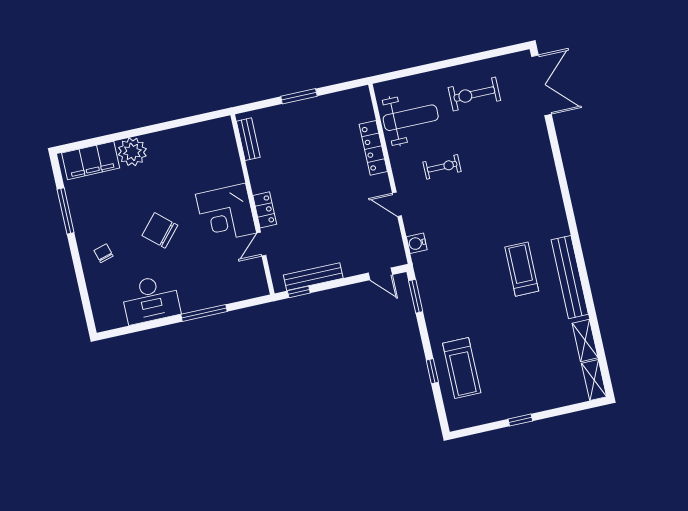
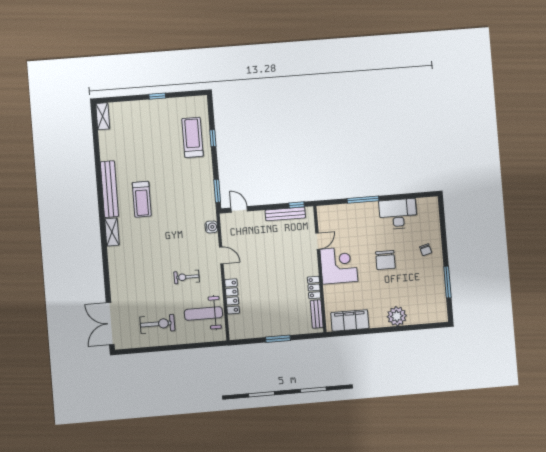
filing cabinet: (91, 160) -> (350, 320), moved
locker: (265, 210) -> (314, 288), moved
chair: (160, 230) -> (385, 260), turned 49
shelving: (585, 340) -> (112, 232), moved

